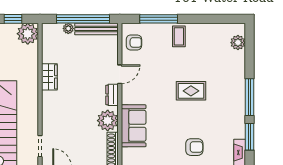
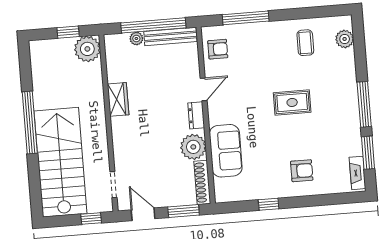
coffee table: (179, 36) -> (305, 43), moved

